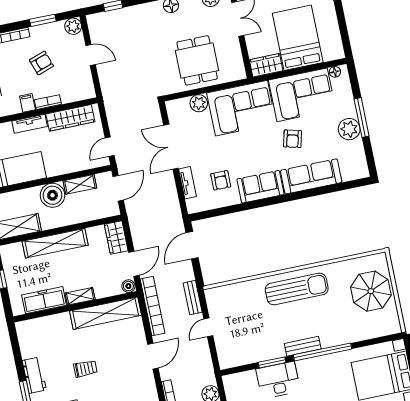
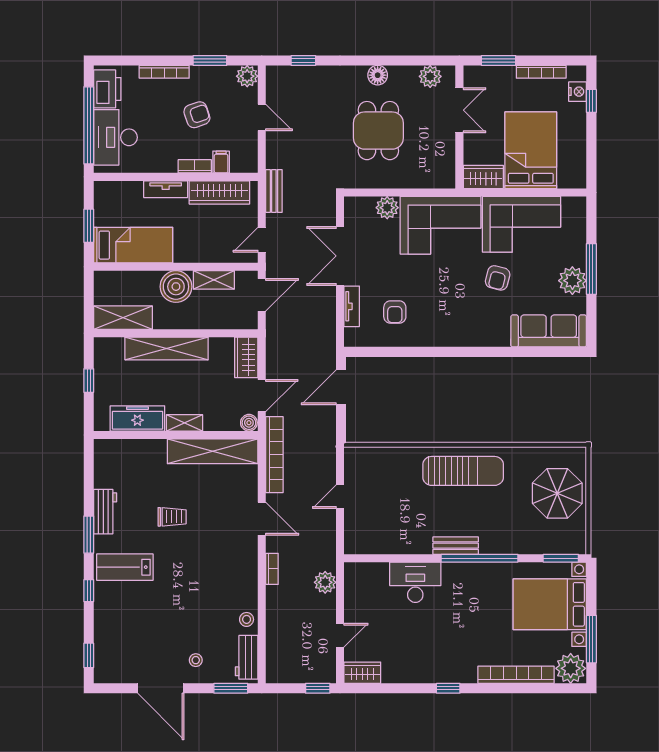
dining table: (197, 60) -> (378, 131), moved
floor lamp: (335, 72) -> (569, 204), removed
filing cabinet: (27, 103) -> (221, 162), moved
sofa: (311, 176) -> (549, 331), moved
sofa: (260, 187) -> (444, 331), removed
bench: (193, 298) -> (274, 191), moved
door: (153, 356) -> (262, 519), hinge flipped
window: (272, 362) -> (561, 558), moved

